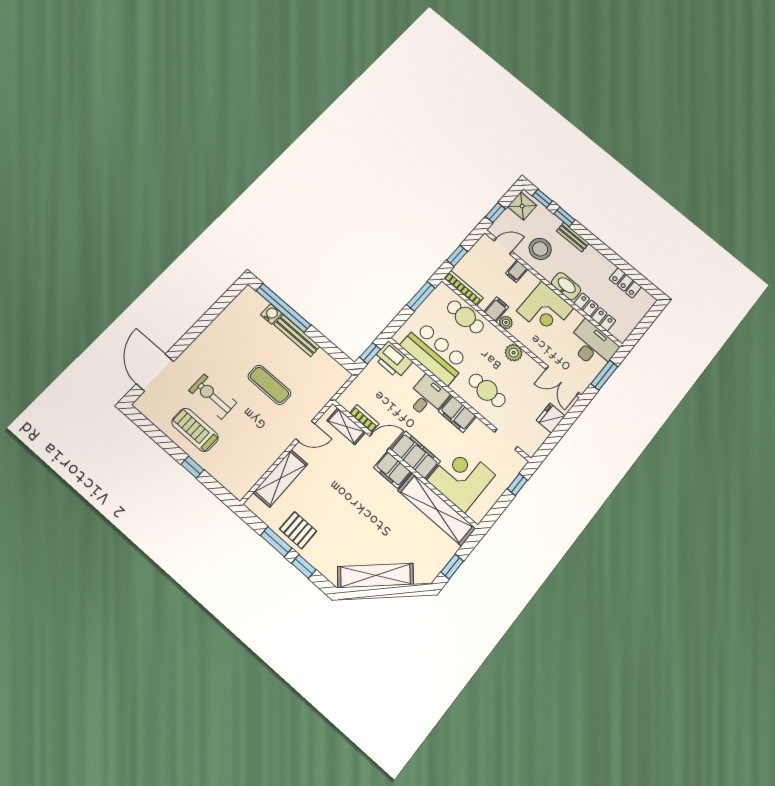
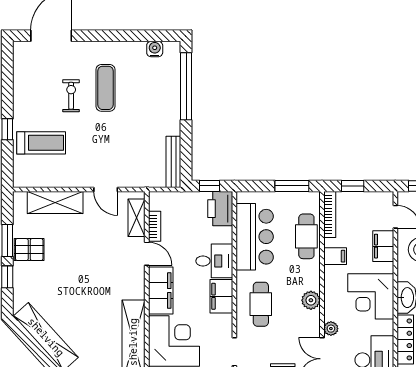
filing cabinet: (517, 271) -> (383, 246), width x2.00
water cooler: (271, 314) -> (155, 49), moved, turned -90
plant: (506, 322) -> (331, 329), moved
bench: (297, 335) -> (173, 162), moved
exercise mat: (269, 385) -> (105, 88), moved
exercise bike: (213, 397) -> (71, 96), width x0.73, depth x0.72
treadmill: (195, 430) -> (41, 143), moved, turned 90
filing cabinet: (392, 470) -> (134, 282), removed
pallet: (298, 530) -> (29, 250), turned 90

